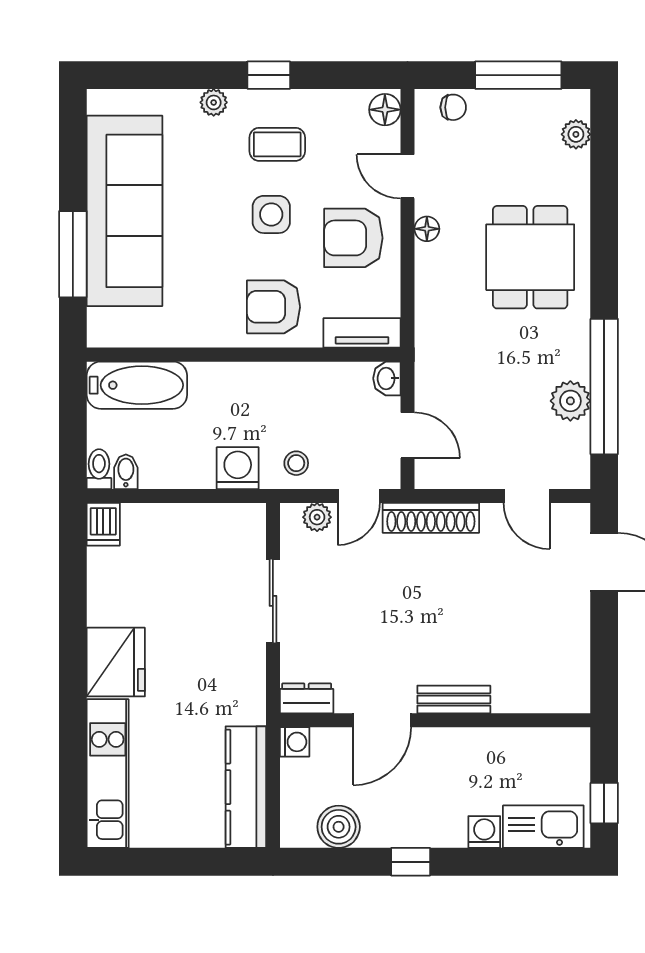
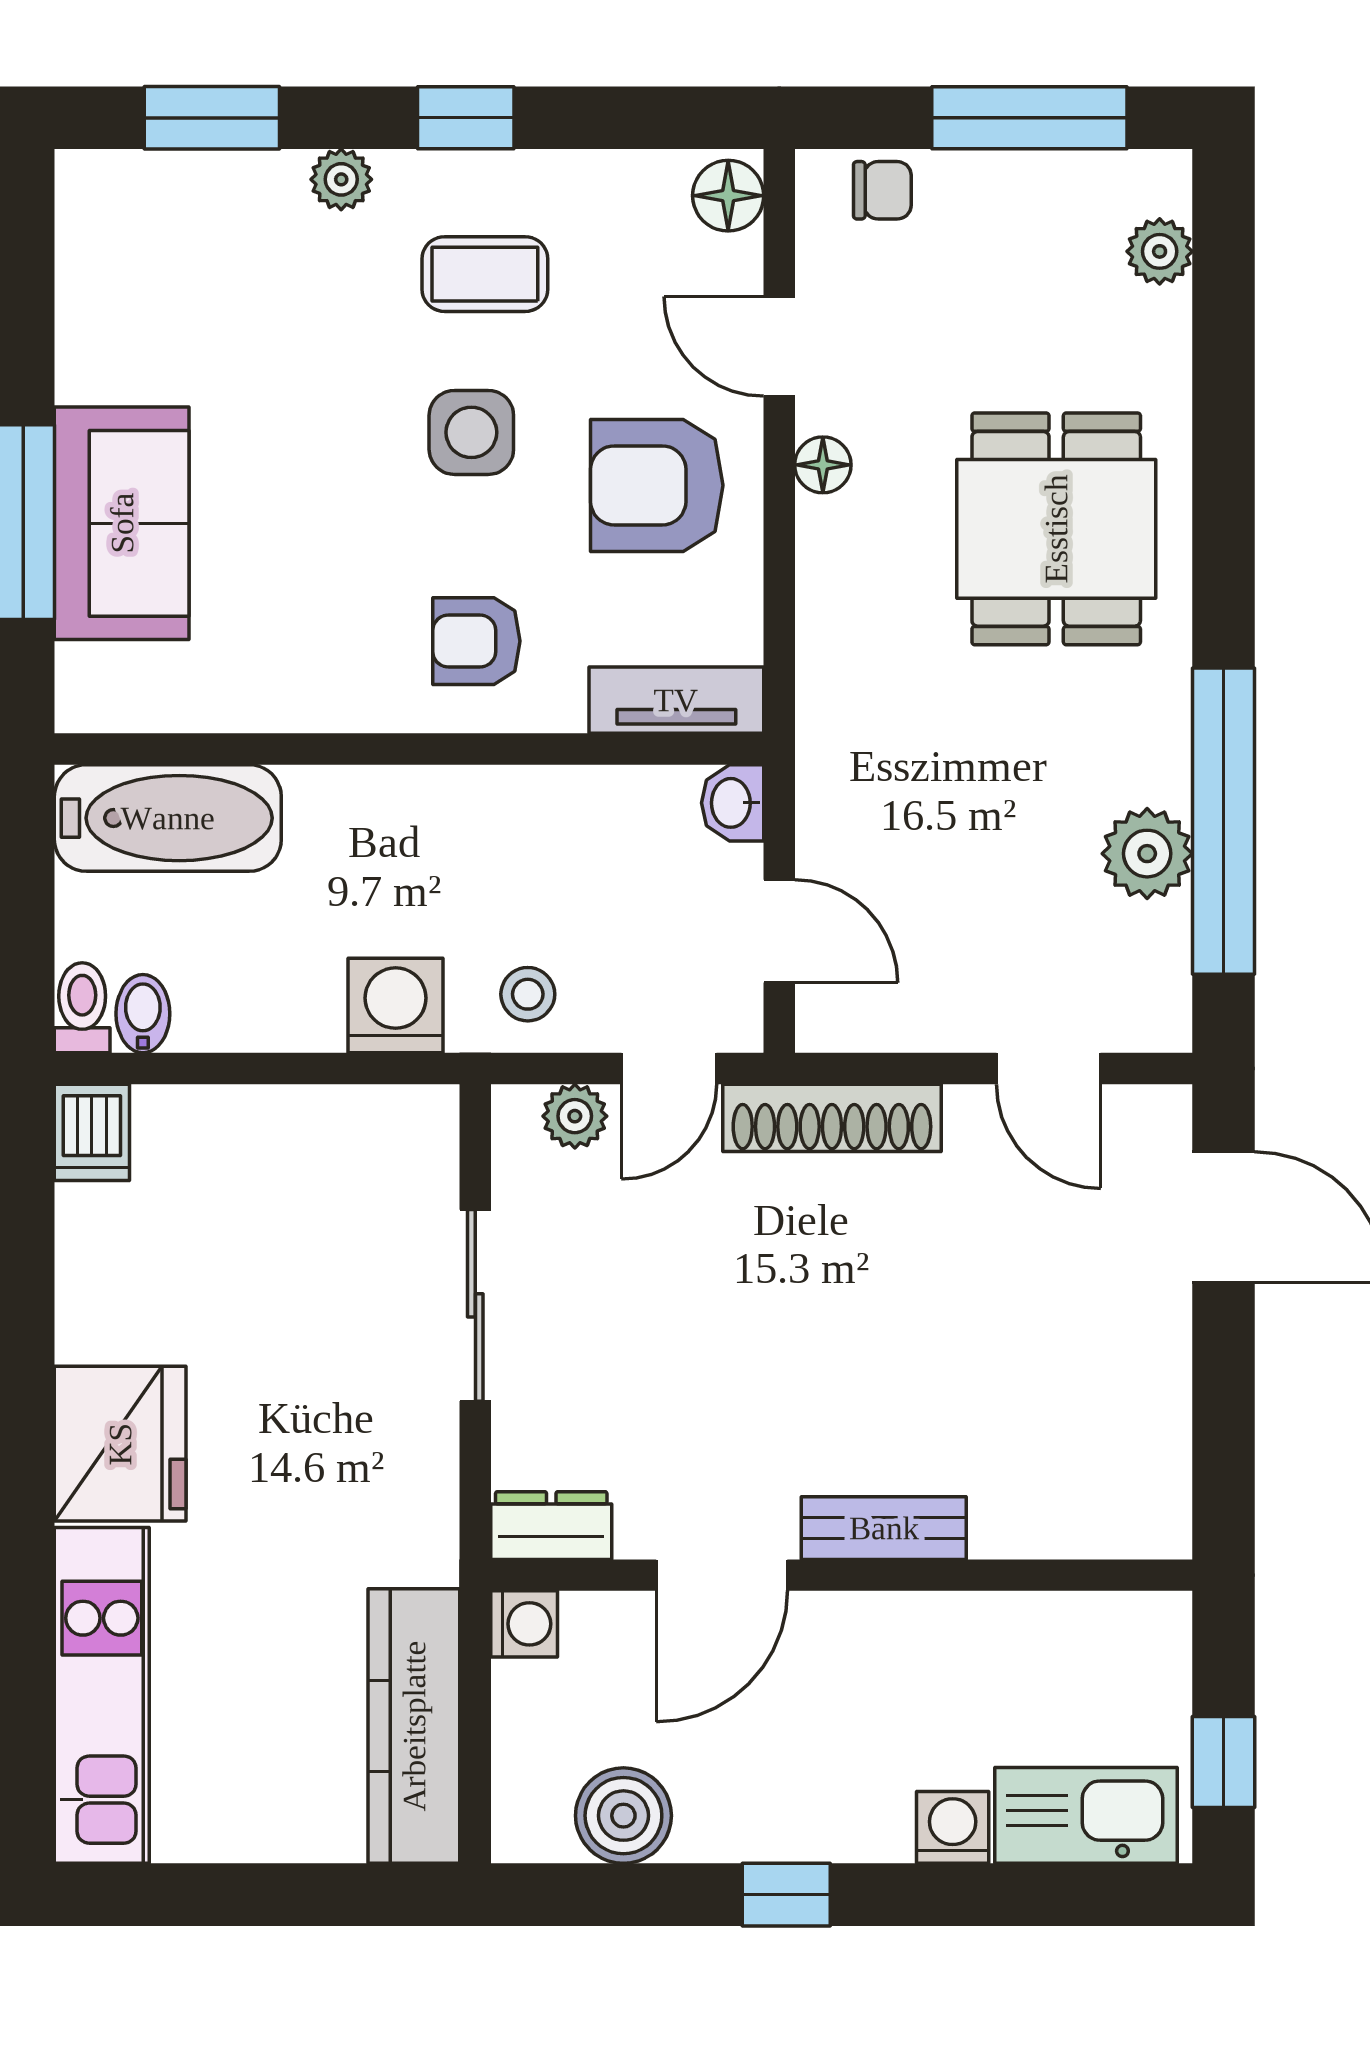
window: (156, 75) -> (212, 118), added
sofa: (125, 211) -> (122, 523), width x0.54, depth x0.79
armchair: (273, 307) -> (476, 641), width x0.72, depth x0.72

